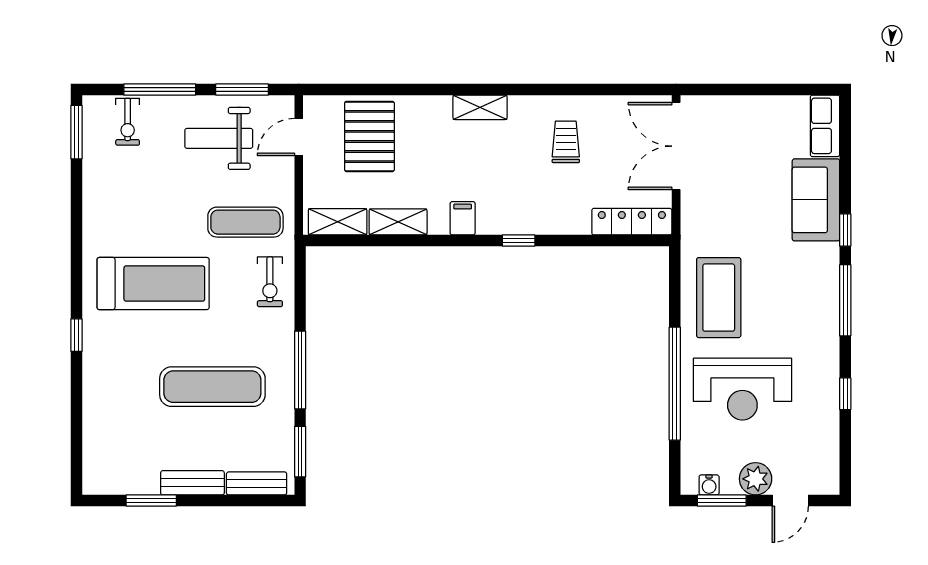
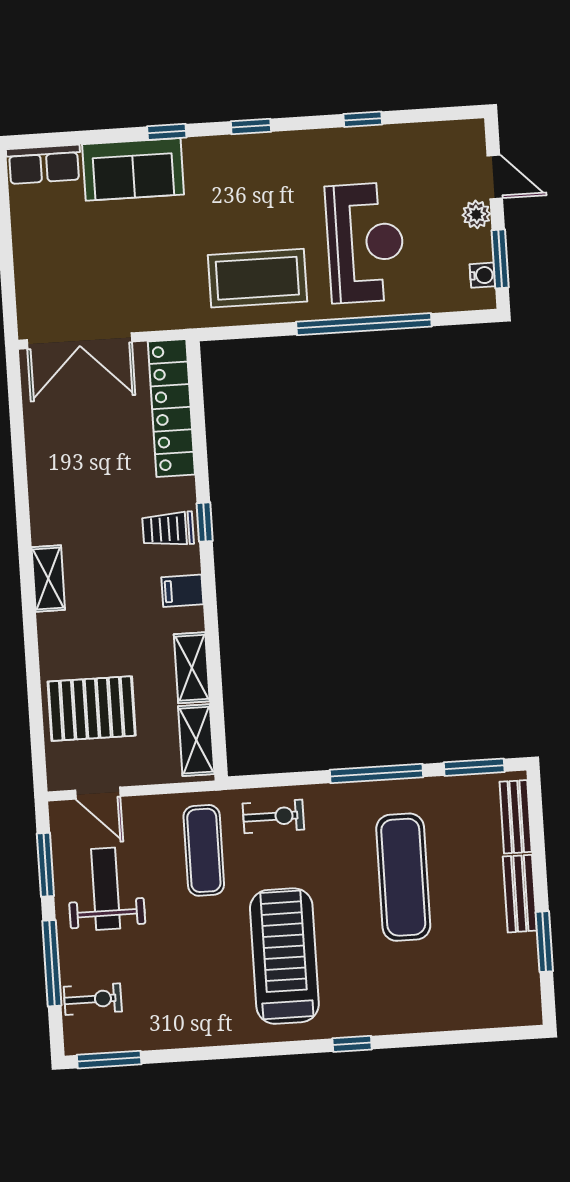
weight bench: (219, 138) -> (106, 889), turned 180
trolley: (566, 142) -> (168, 529), moved
locker: (632, 222) -> (171, 408), width x1.41, depth x1.21
window: (845, 300) -> (251, 126), width x0.46
plant: (756, 479) -> (476, 214), width x0.73, depth x0.73

